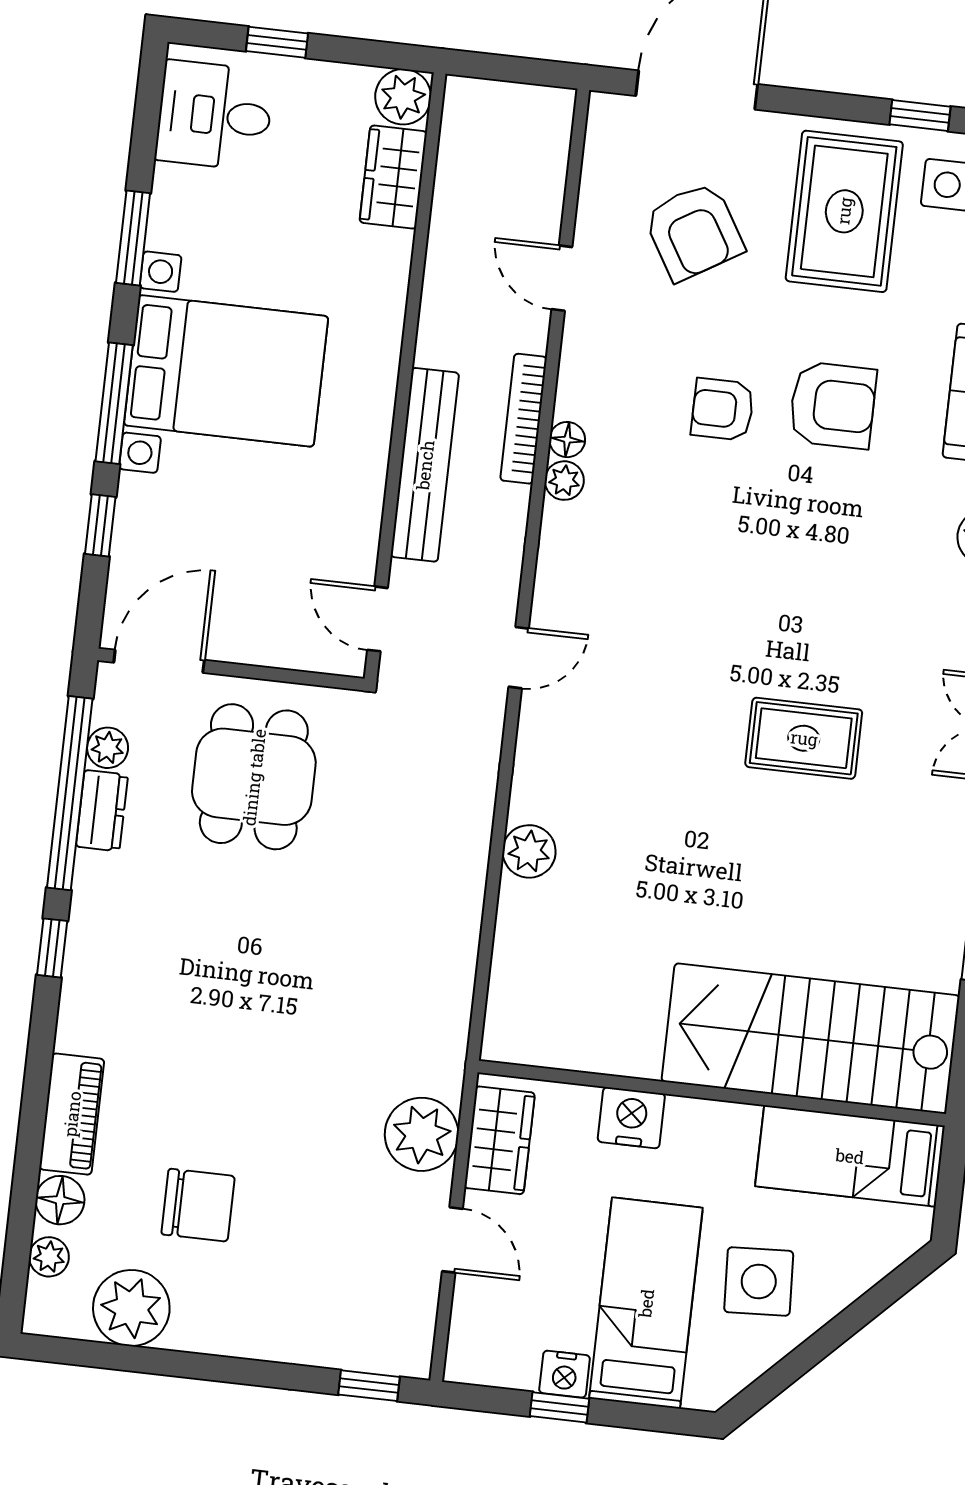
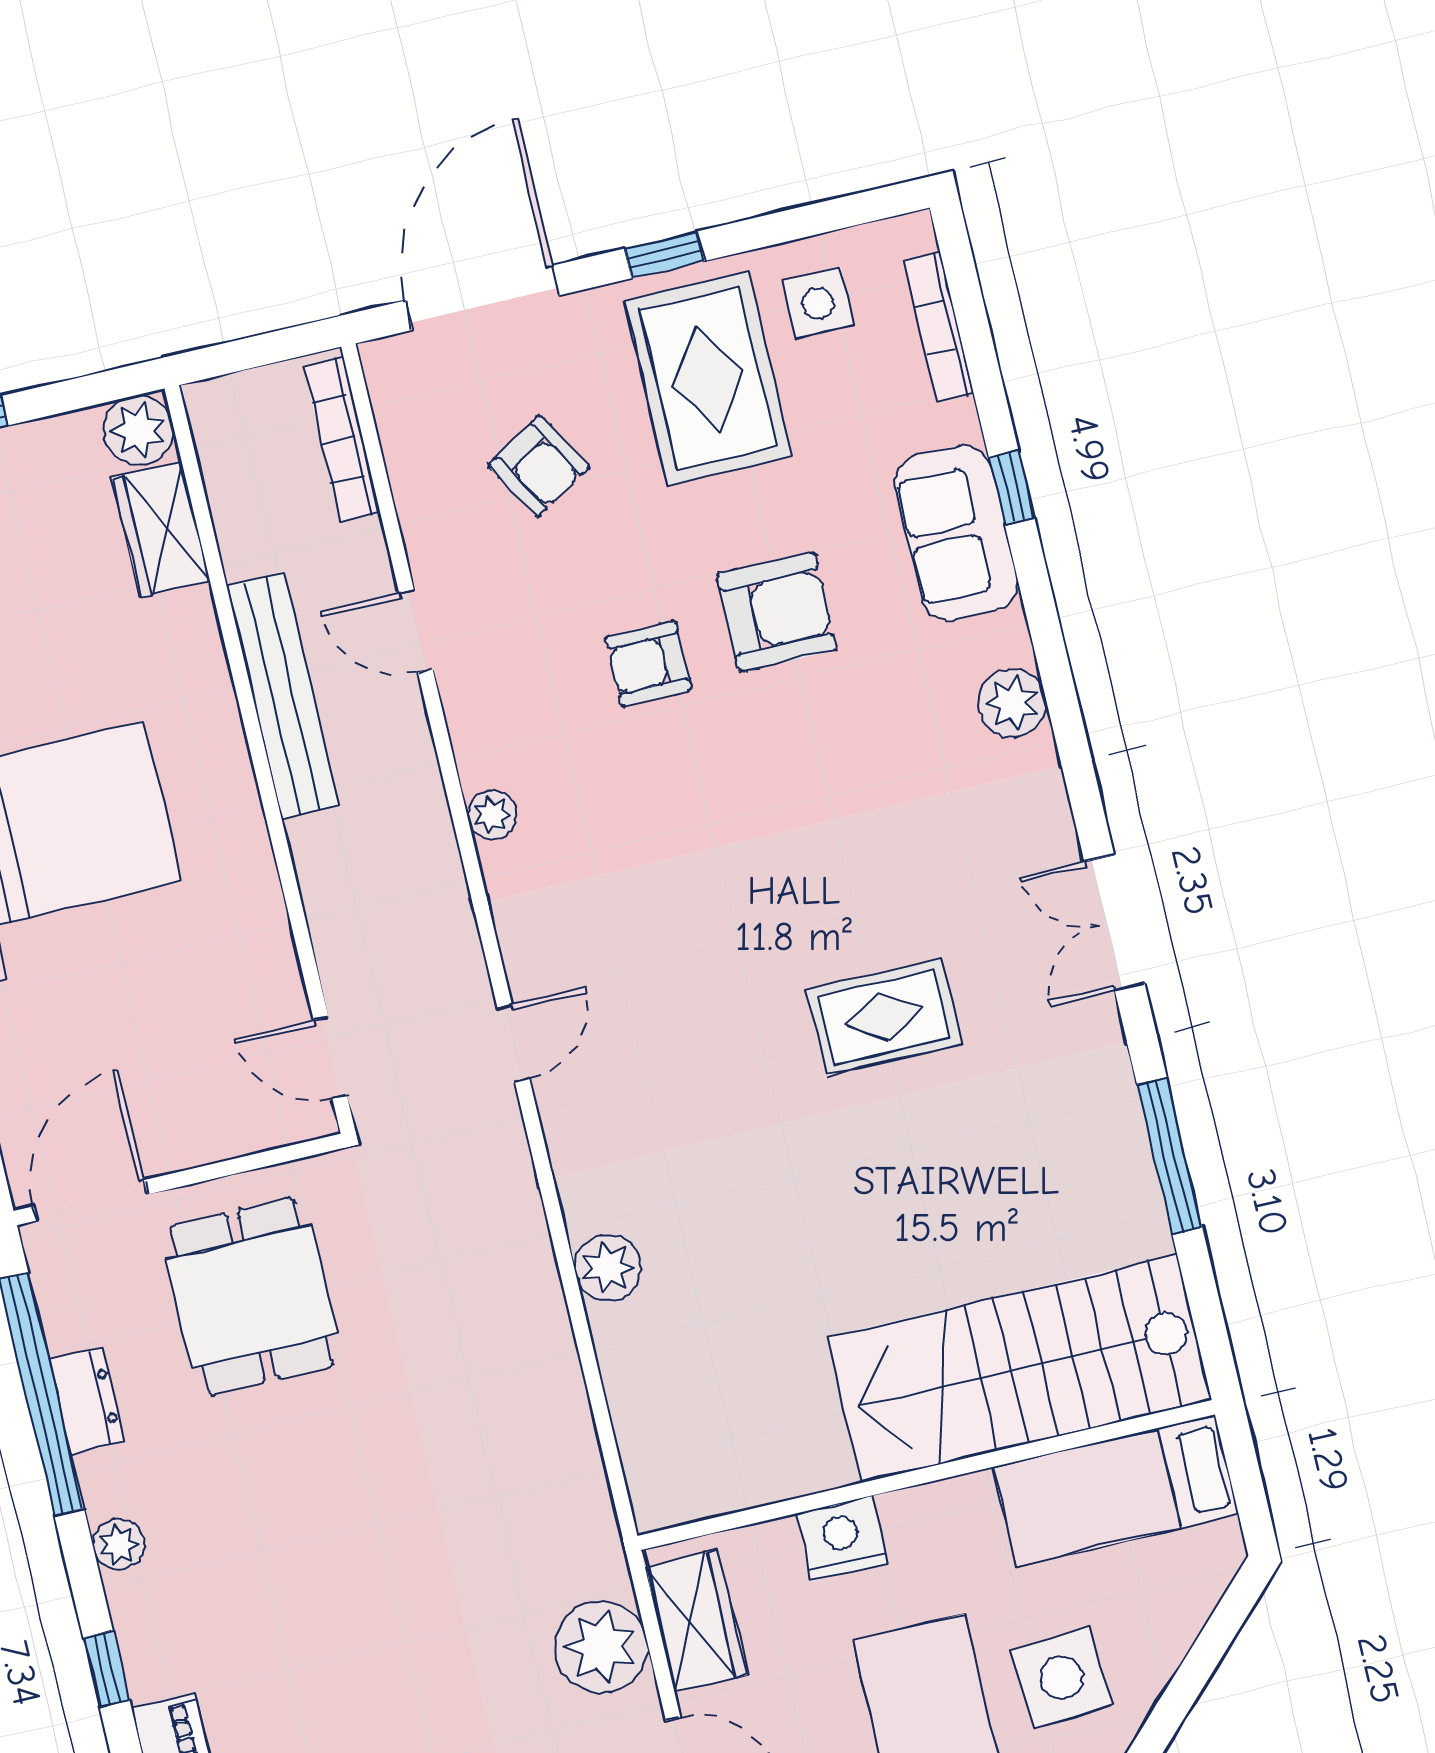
window: (920, 115) -> (664, 255), moved
armchair: (694, 231) -> (539, 466), width x0.72, depth x0.72
door: (562, 278) -> (416, 631), moved
bookcase: (524, 419) -> (342, 439), moved
floor lamp: (567, 440) -> (478, 765), removed
bench: (425, 465) -> (283, 696), moved
plant: (108, 748) -> (119, 1544), moved
window: (52, 948) -> (106, 1668), moved

